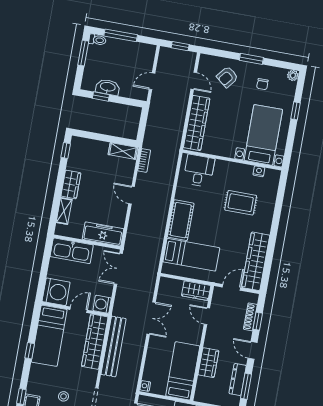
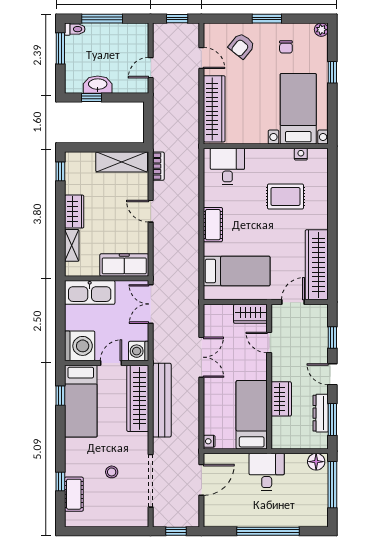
shelving: (123, 151) -> (122, 162), width x1.50, depth x1.33
cot: (181, 220) -> (213, 225), width x0.73, depth x0.75
shoe rack: (250, 317) -> (322, 334), removed
window: (30, 351) -> (60, 396), moved

